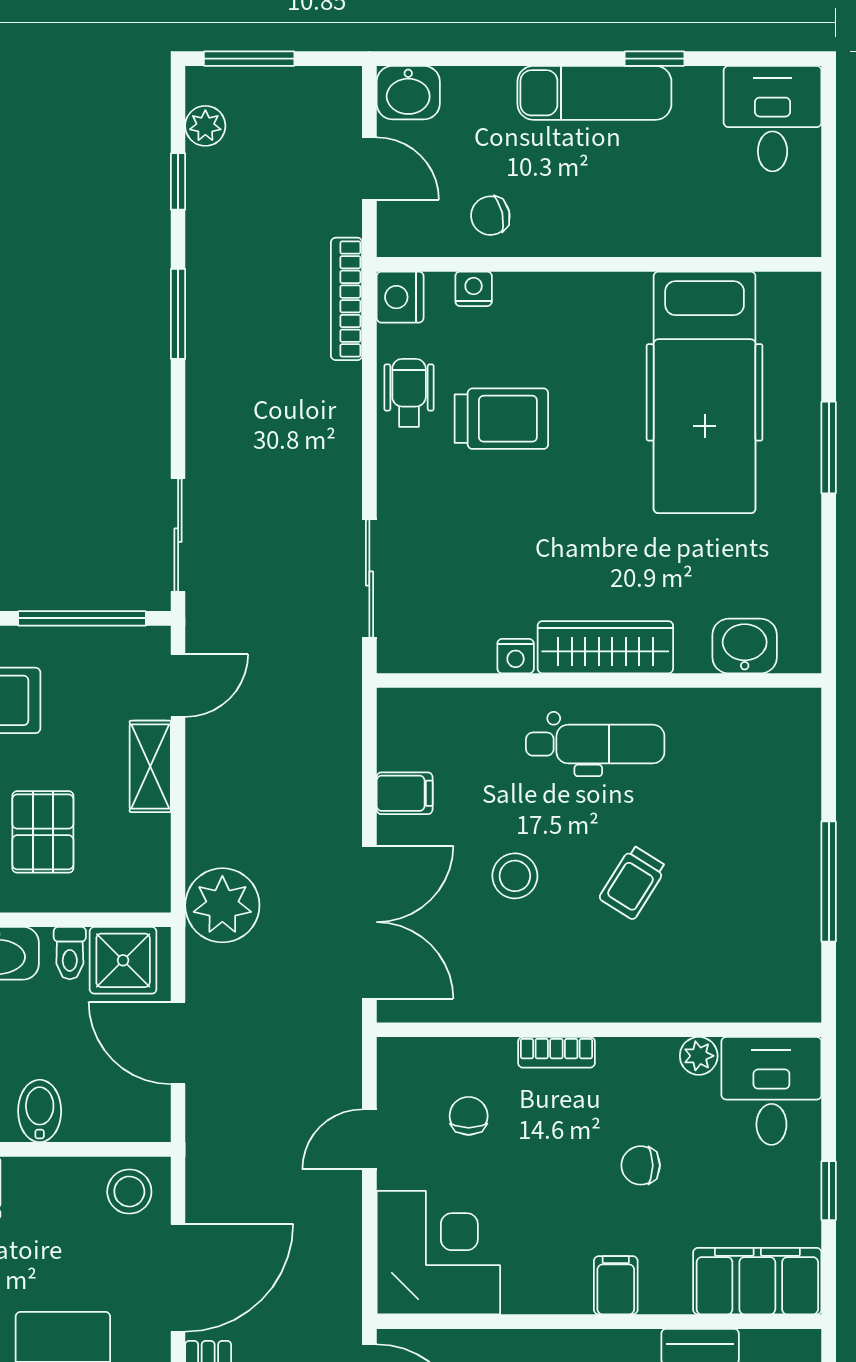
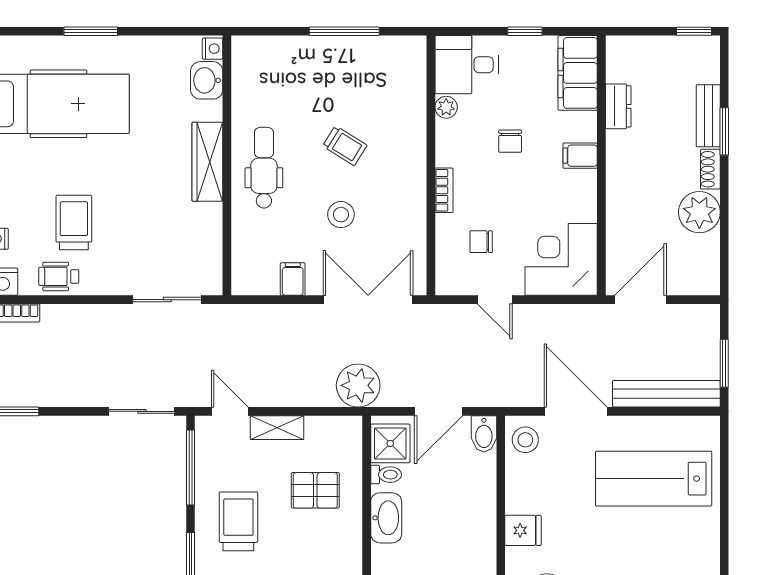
nightstand: (516, 656) -> (213, 49), moved
bidet: (40, 1111) -> (484, 434), moved, turned -90

